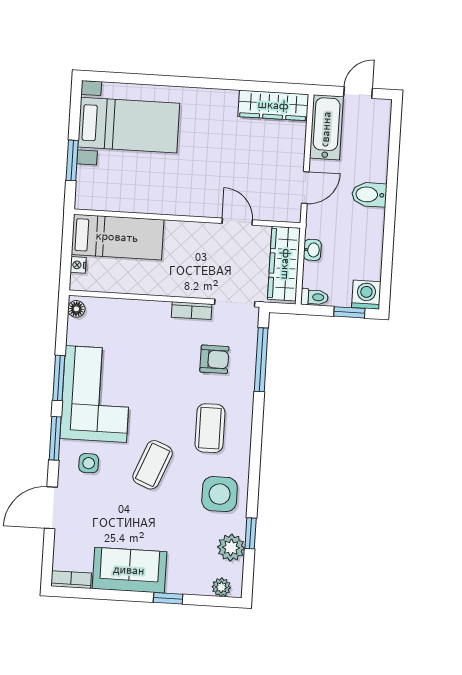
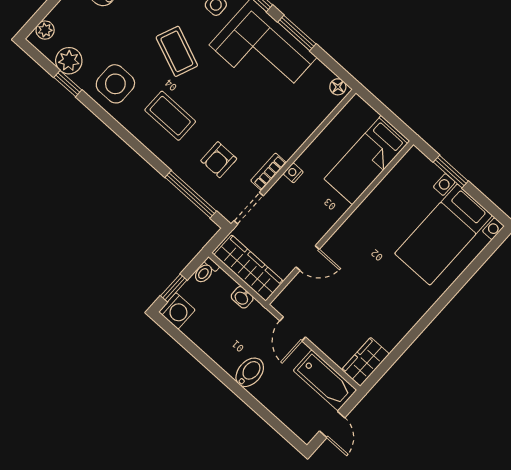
wardrobe: (273, 105) -> (365, 362), width x0.67
nightstand: (78, 265) -> (293, 173), moved, turned -90

